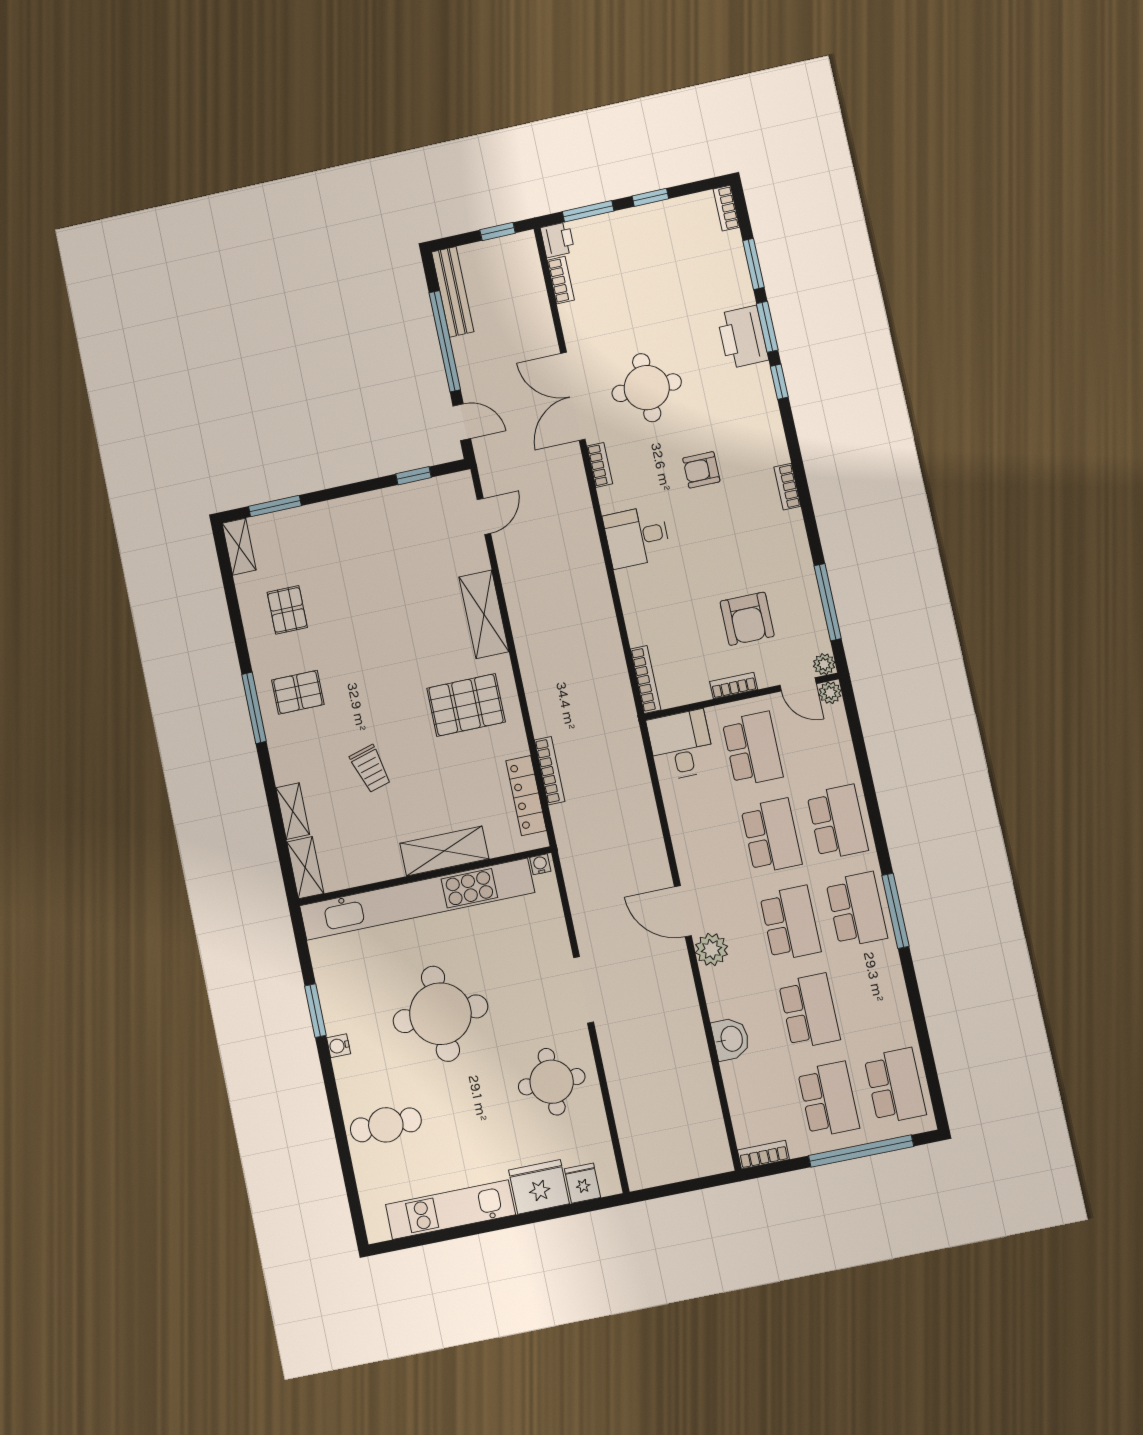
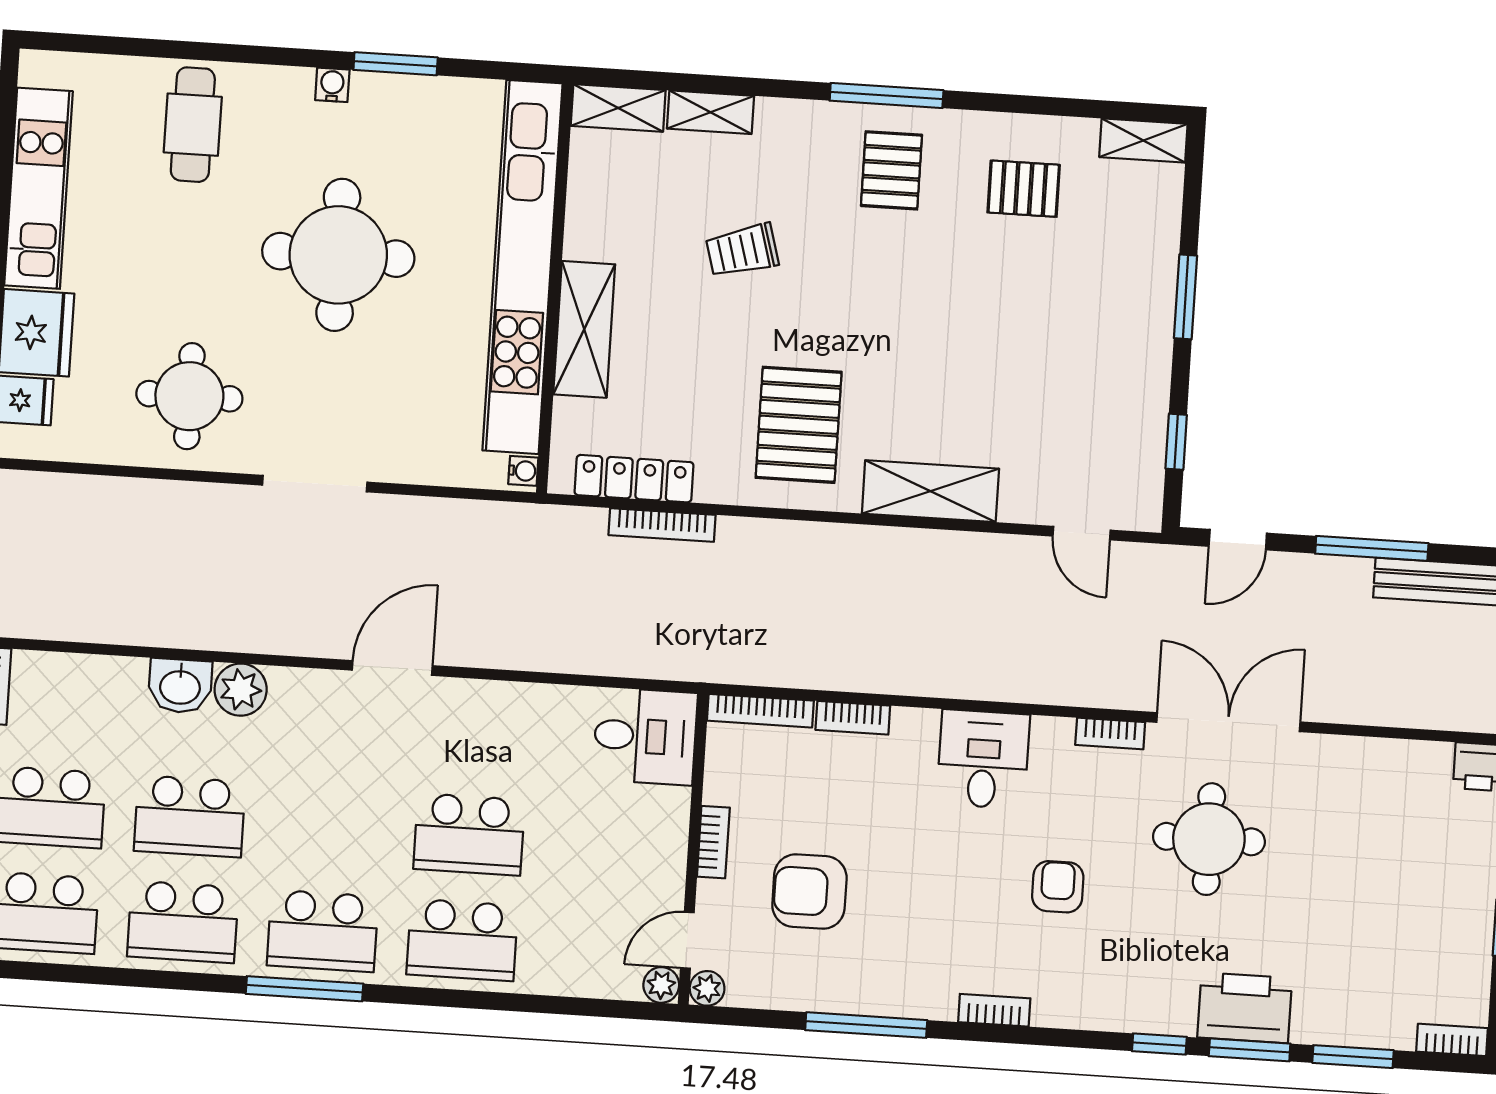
bookcase: (561, 280) -> (853, 718), moved
window: (445, 341) -> (1372, 548), width x0.68
window: (275, 506) -> (1185, 297), moved
window: (828, 602) -> (866, 1025), moved
school desk: (753, 749) -> (609, 843), removed
school desk: (790, 923) -> (183, 922), moved
plant: (711, 949) -> (241, 690), moved

